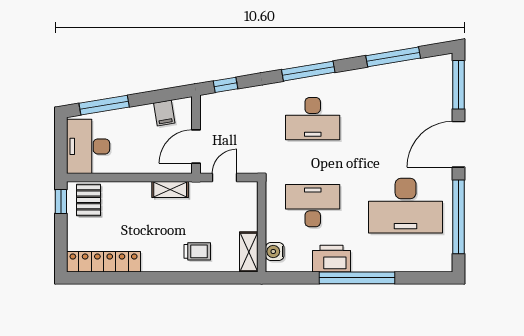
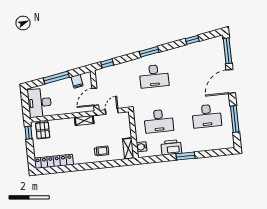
window: (393, 57) -> (192, 40), width x0.46
window: (308, 71) -> (149, 52), width x0.69
window: (104, 105) -> (56, 78), moved
desk: (313, 206) -> (159, 121), turned 180
desk: (406, 206) -> (207, 116), width x0.73, depth x0.77
window: (459, 217) -> (235, 119), width x0.68
window: (357, 278) -> (186, 156), width x0.47

